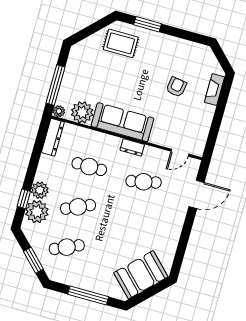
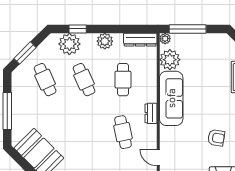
plant: (40, 190) -> (105, 41), moved

